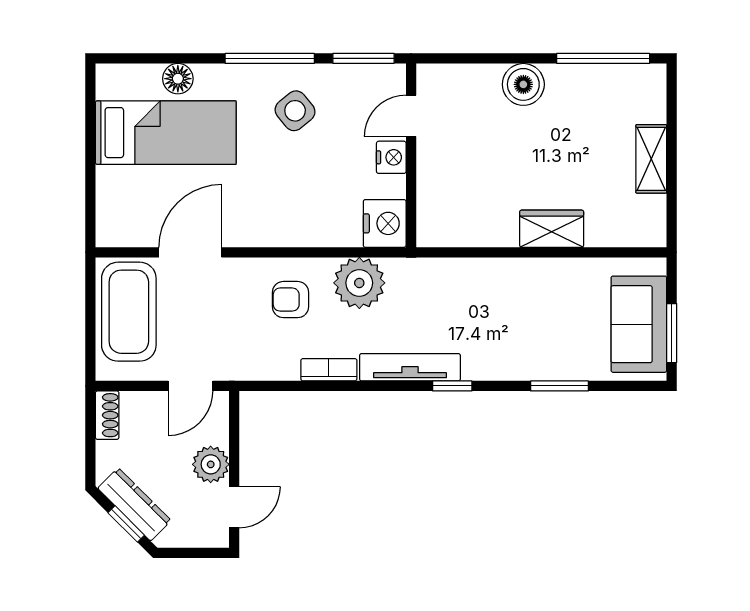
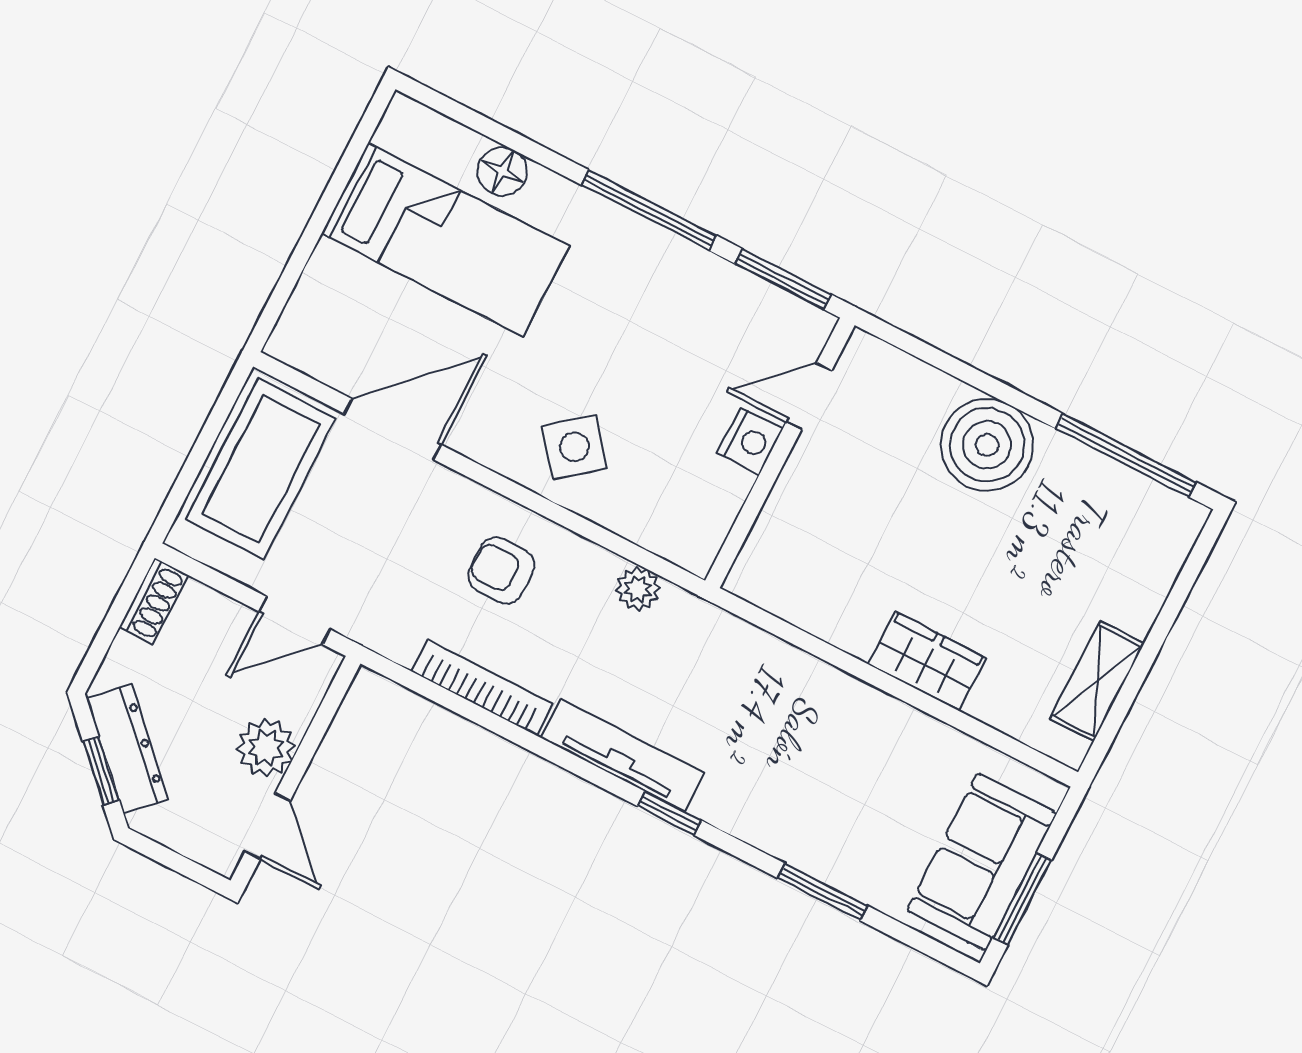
boiler: (523, 84) -> (987, 445), width x1.37, depth x1.37
side table: (295, 111) -> (574, 447), moved
shelving: (651, 159) -> (1097, 681), moved
nightstand: (385, 223) -> (692, 531), removed
plant: (359, 283) -> (638, 589), width x0.53, depth x0.53
bookcase: (329, 370) -> (482, 688), width x1.56
door: (234, 507) -> (268, 826), hinge flipped

